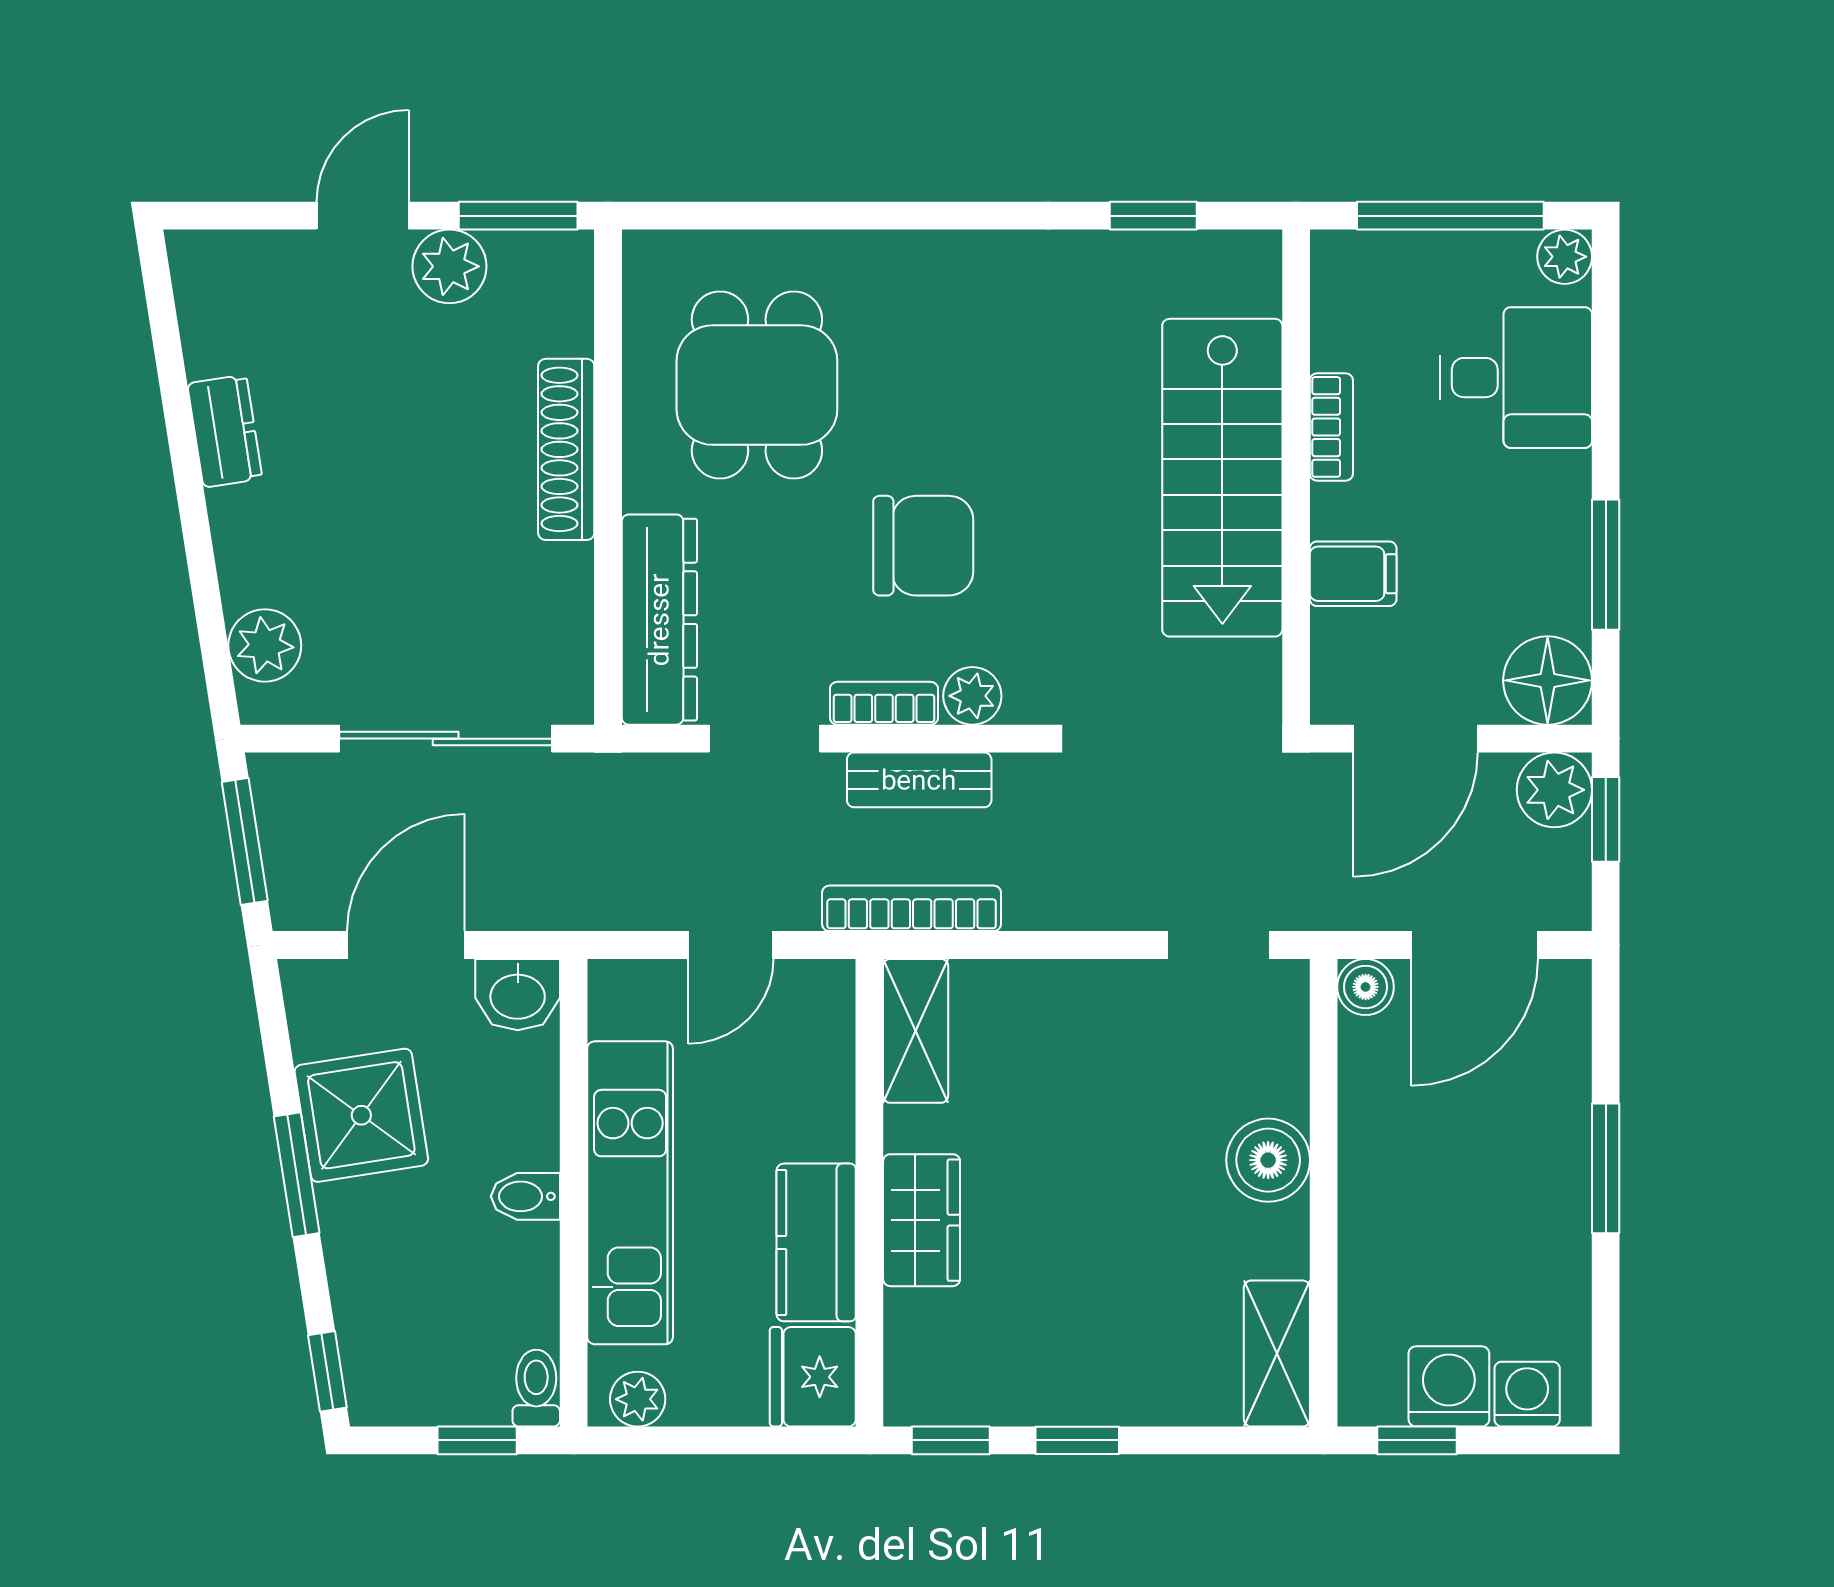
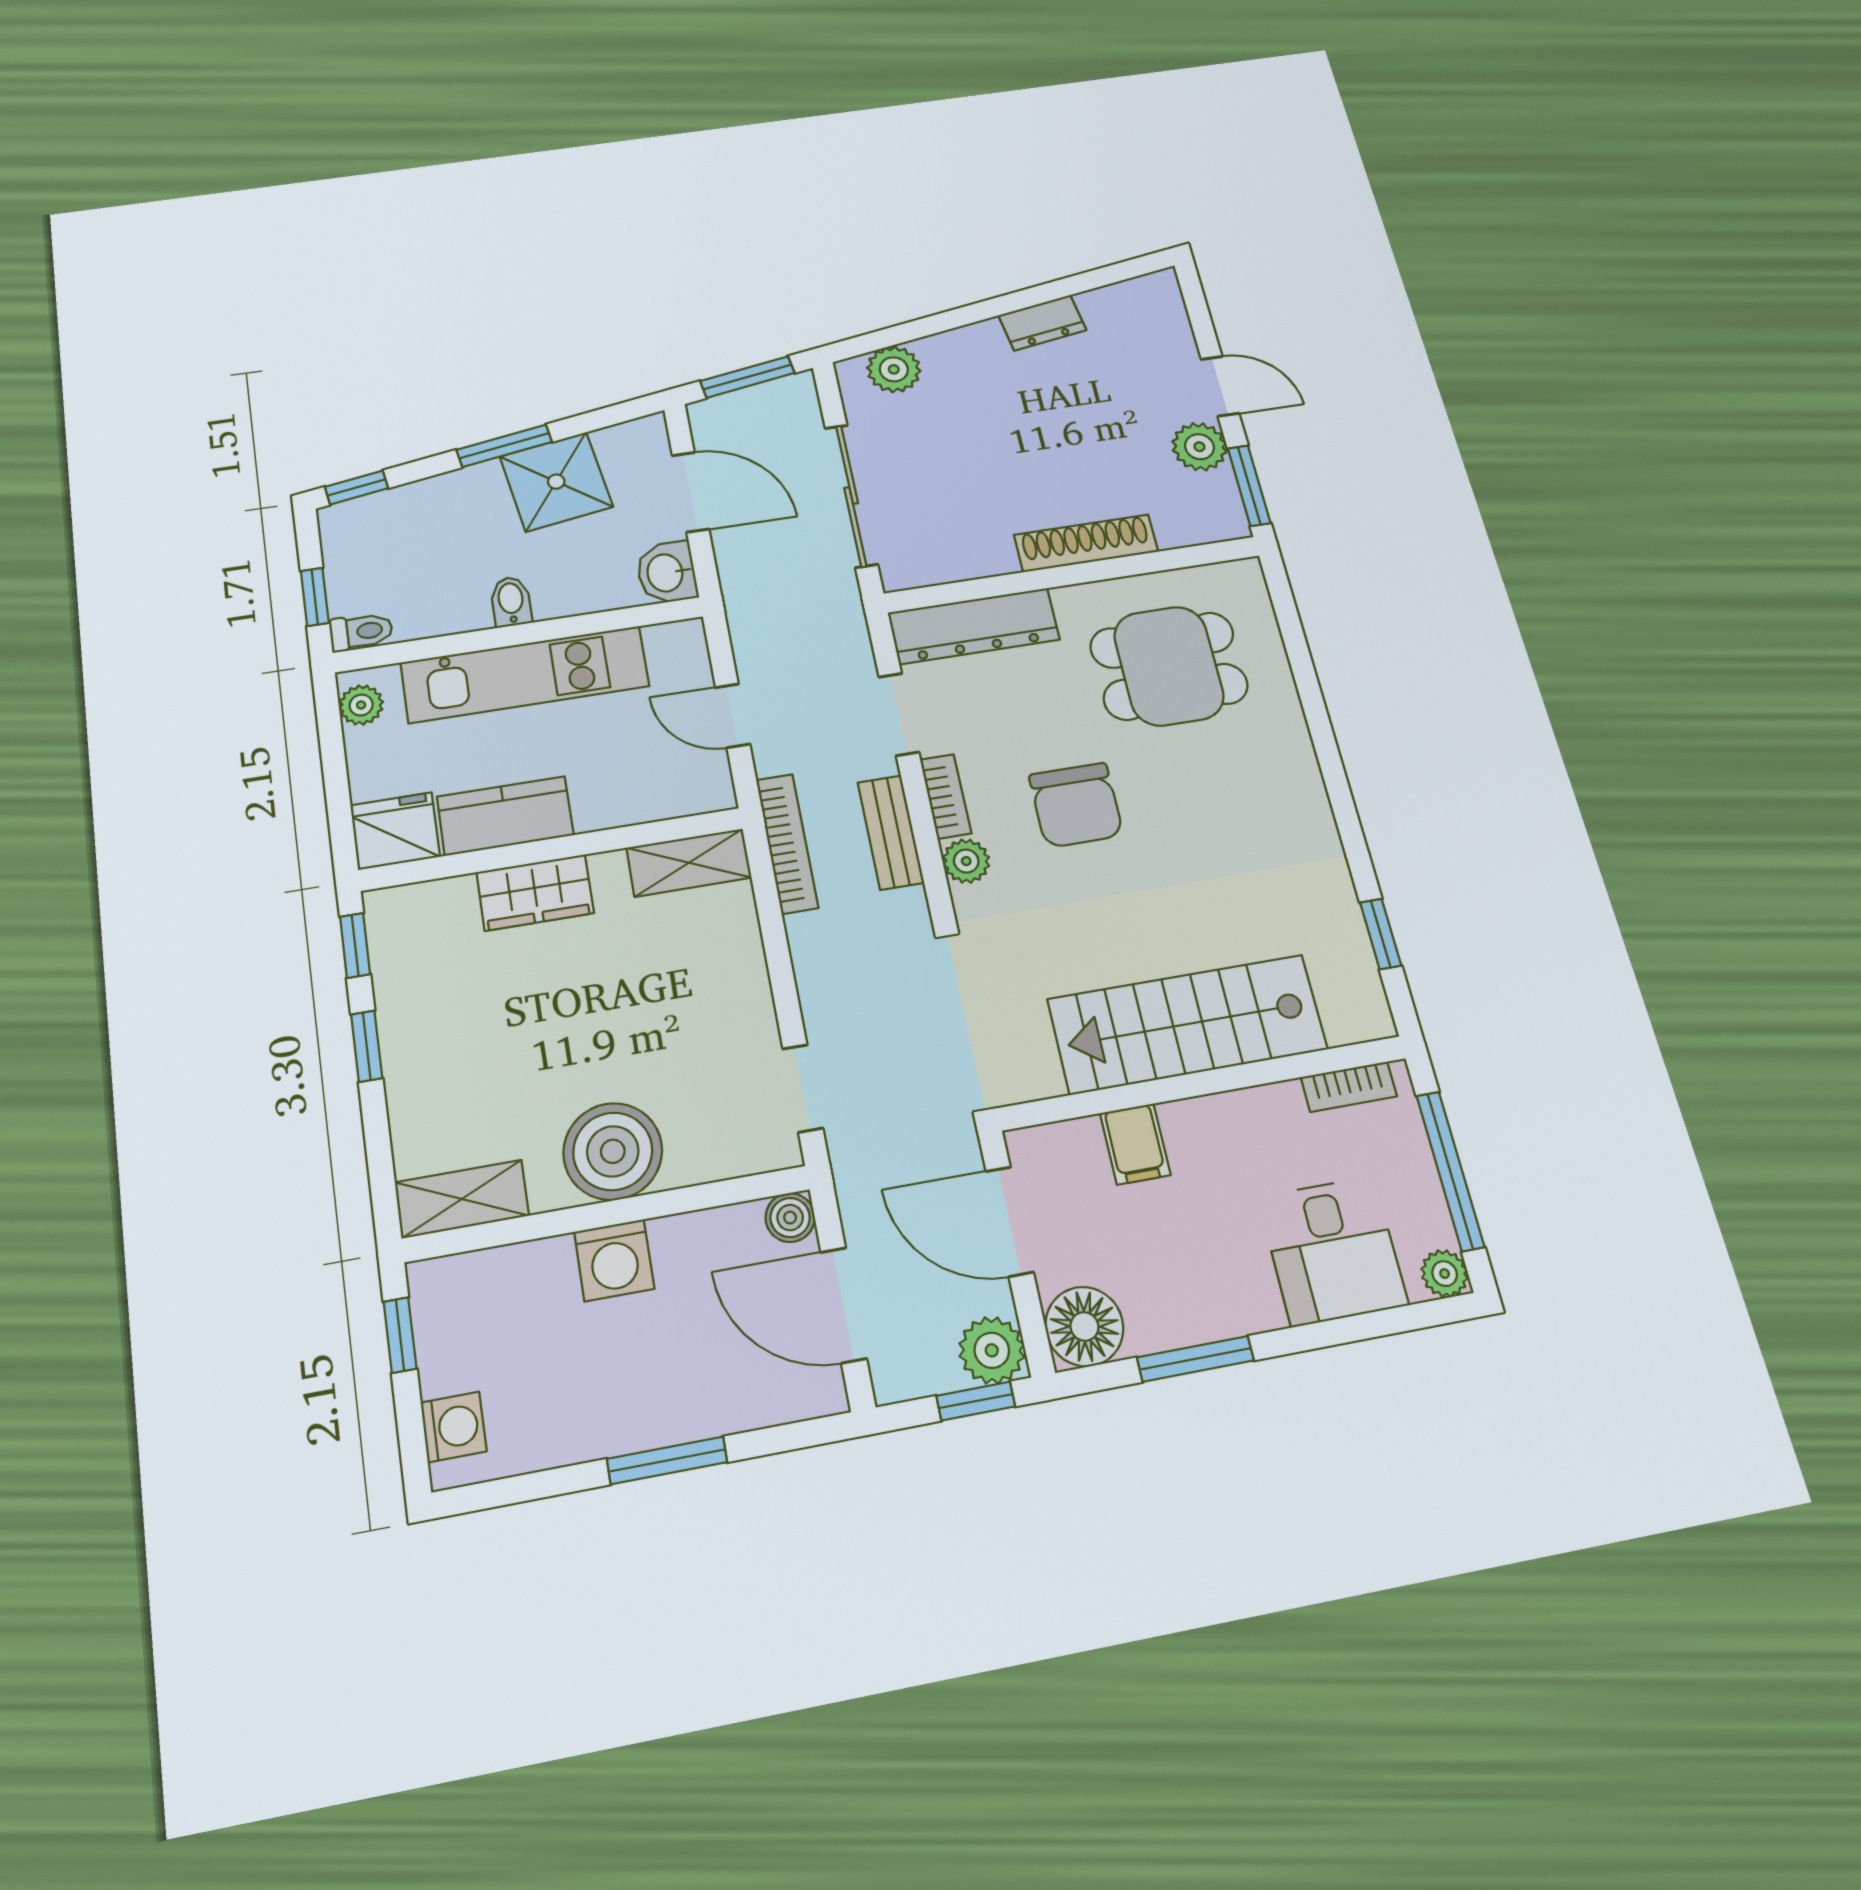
bookcase: (1331, 427) -> (1349, 1087), moved
boiler: (1268, 1160) -> (613, 1151), width x1.37, depth x1.37
washing machine: (1449, 1386) -> (614, 1260), moved, turned 90

